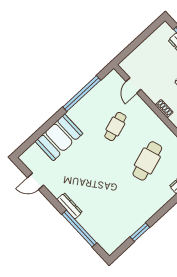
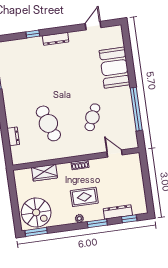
cafe table: (115, 126) -> (92, 117), turned 42
window: (79, 229) -> (33, 34), width x0.32

